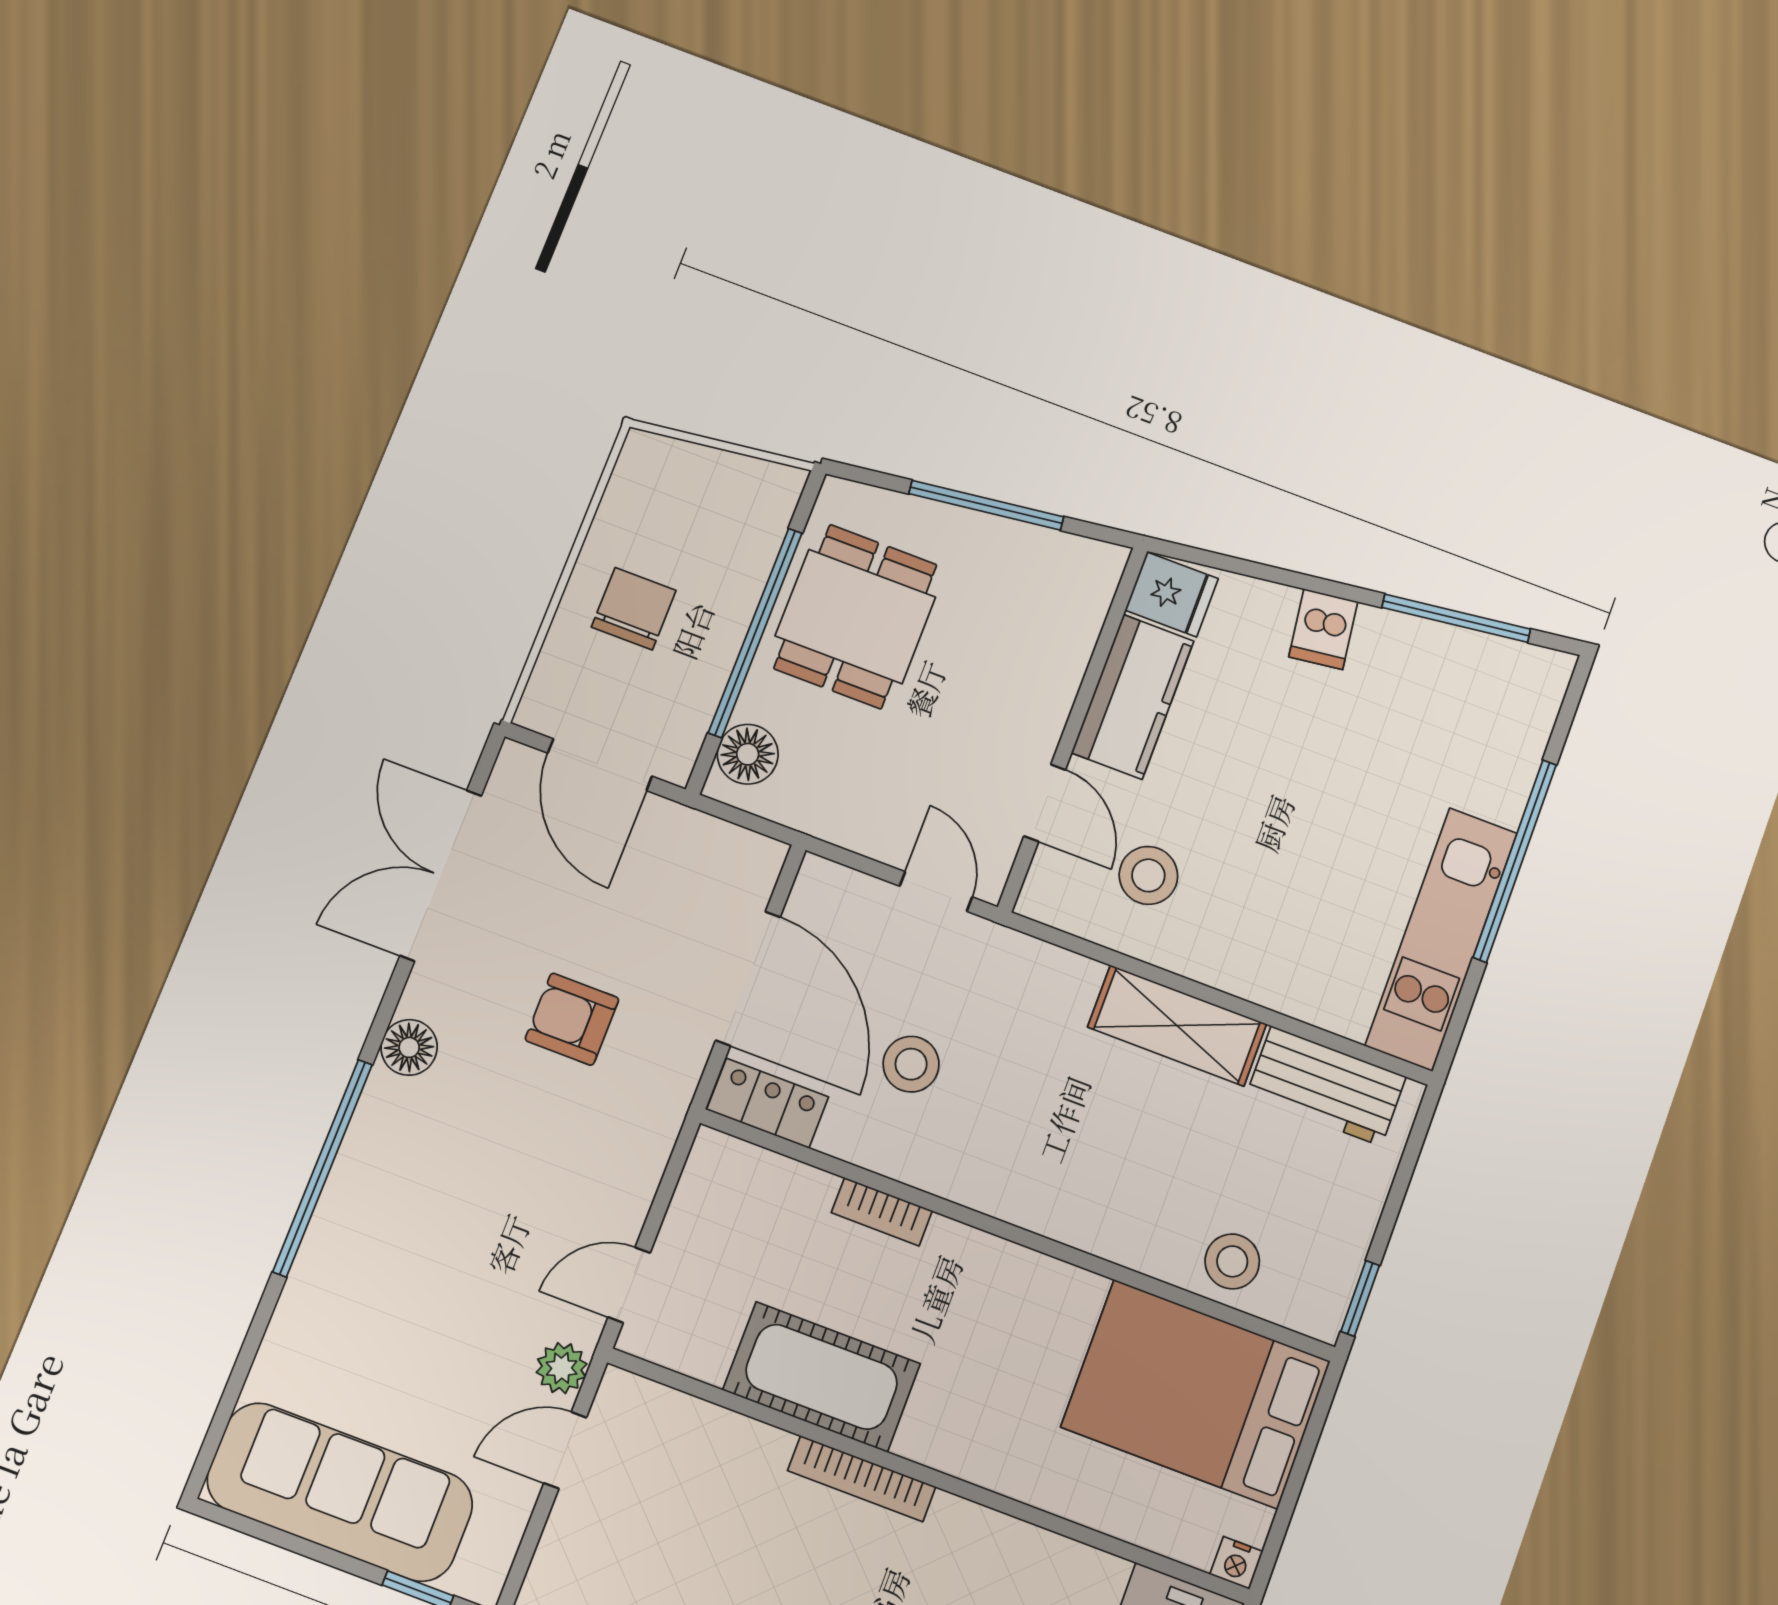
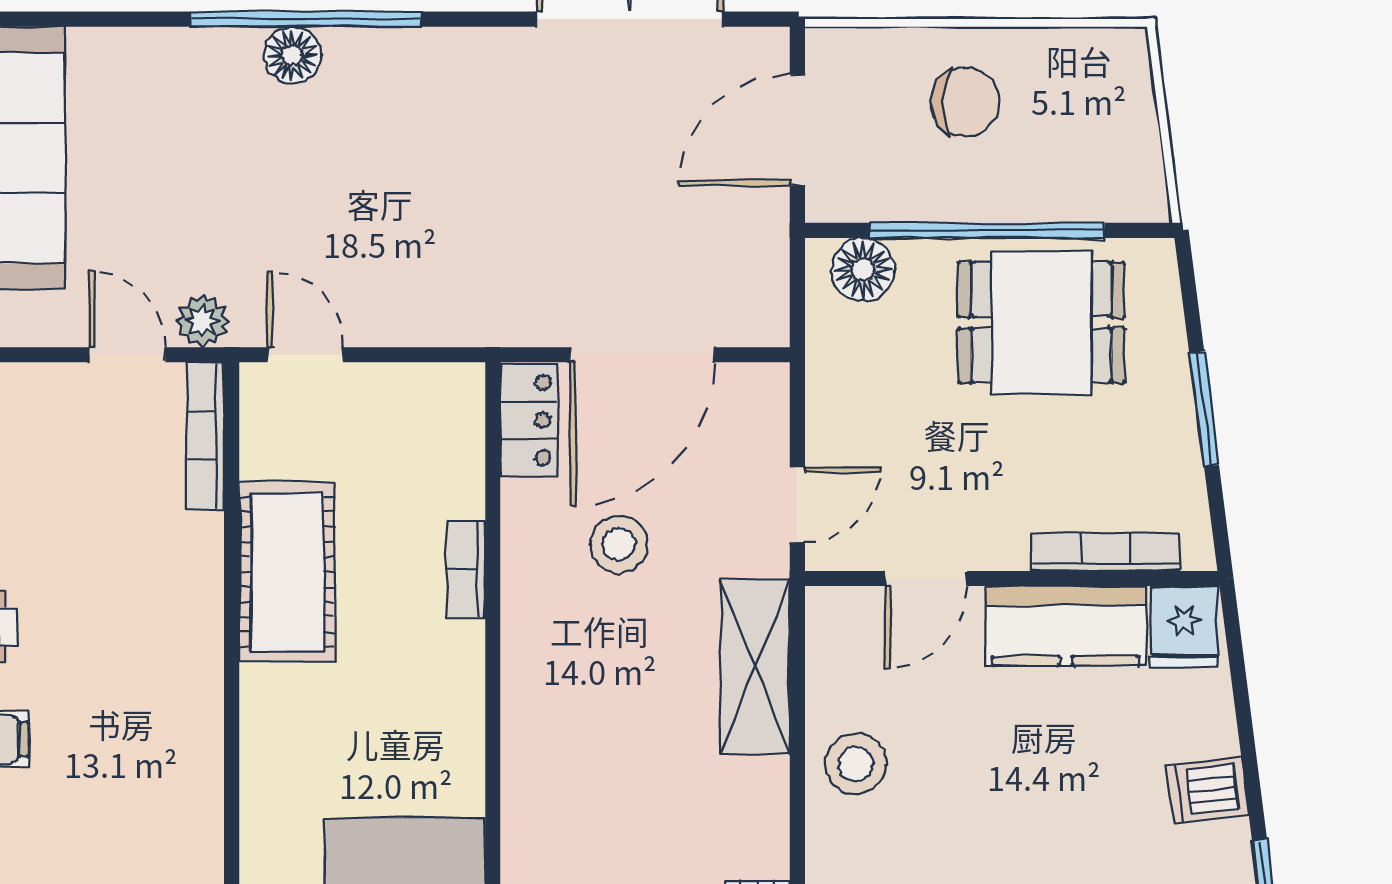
window: (986, 505) -> (1204, 409), width x0.69
bookcase: (1080, 637) -> (1106, 552), added
stool: (1148, 875) -> (856, 764), moved
armchair: (572, 1019) -> (538, 200), removed
shelving: (1177, 1026) -> (755, 667), moved
floor lamp: (409, 1047) -> (292, 55), moved
bookcase: (862, 1479) -> (205, 436), moved

